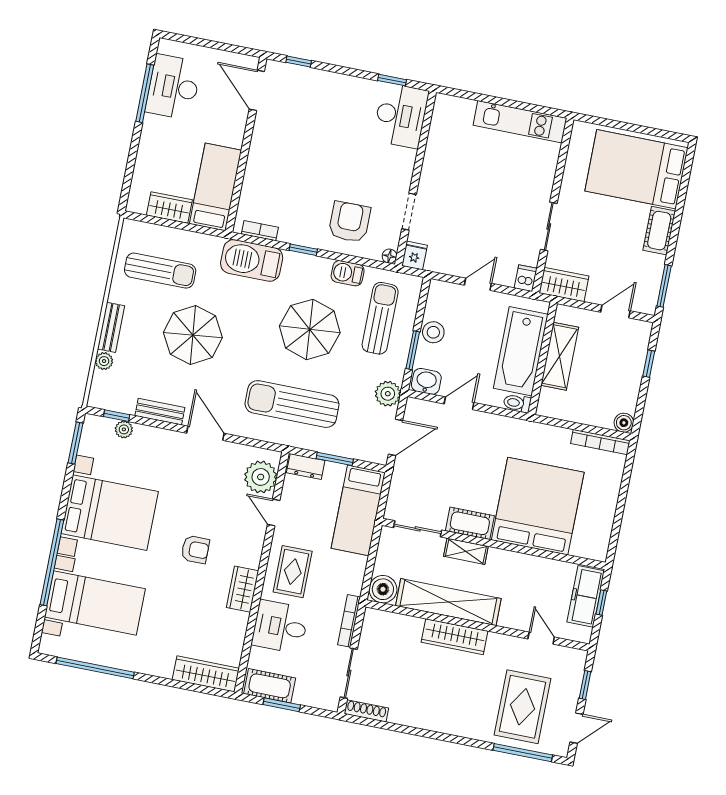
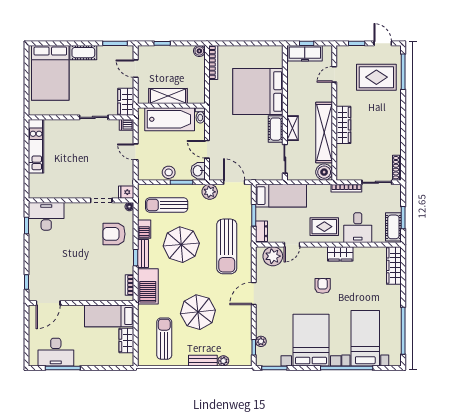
bench: (160, 412) -> (143, 254), moved

